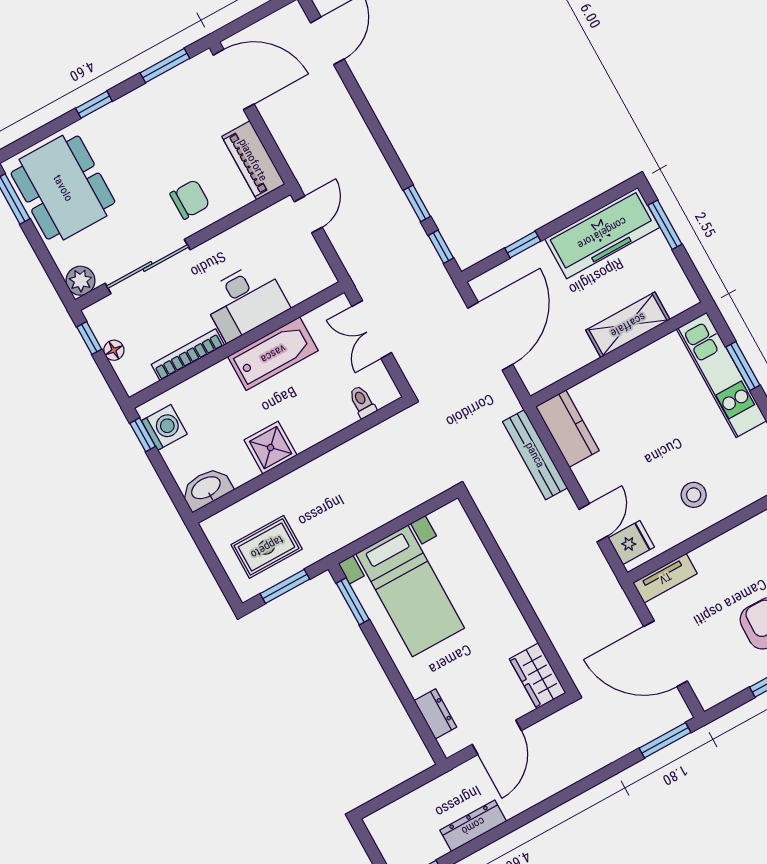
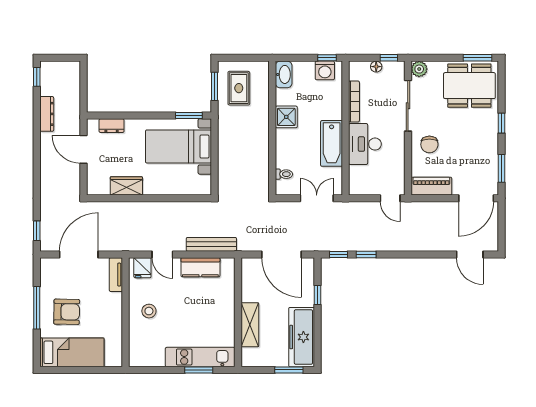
kitchen counter: (567, 429) -> (200, 267), moved
wardrobe: (538, 676) -> (126, 186), moved
window: (665, 740) -> (37, 231), width x0.67

